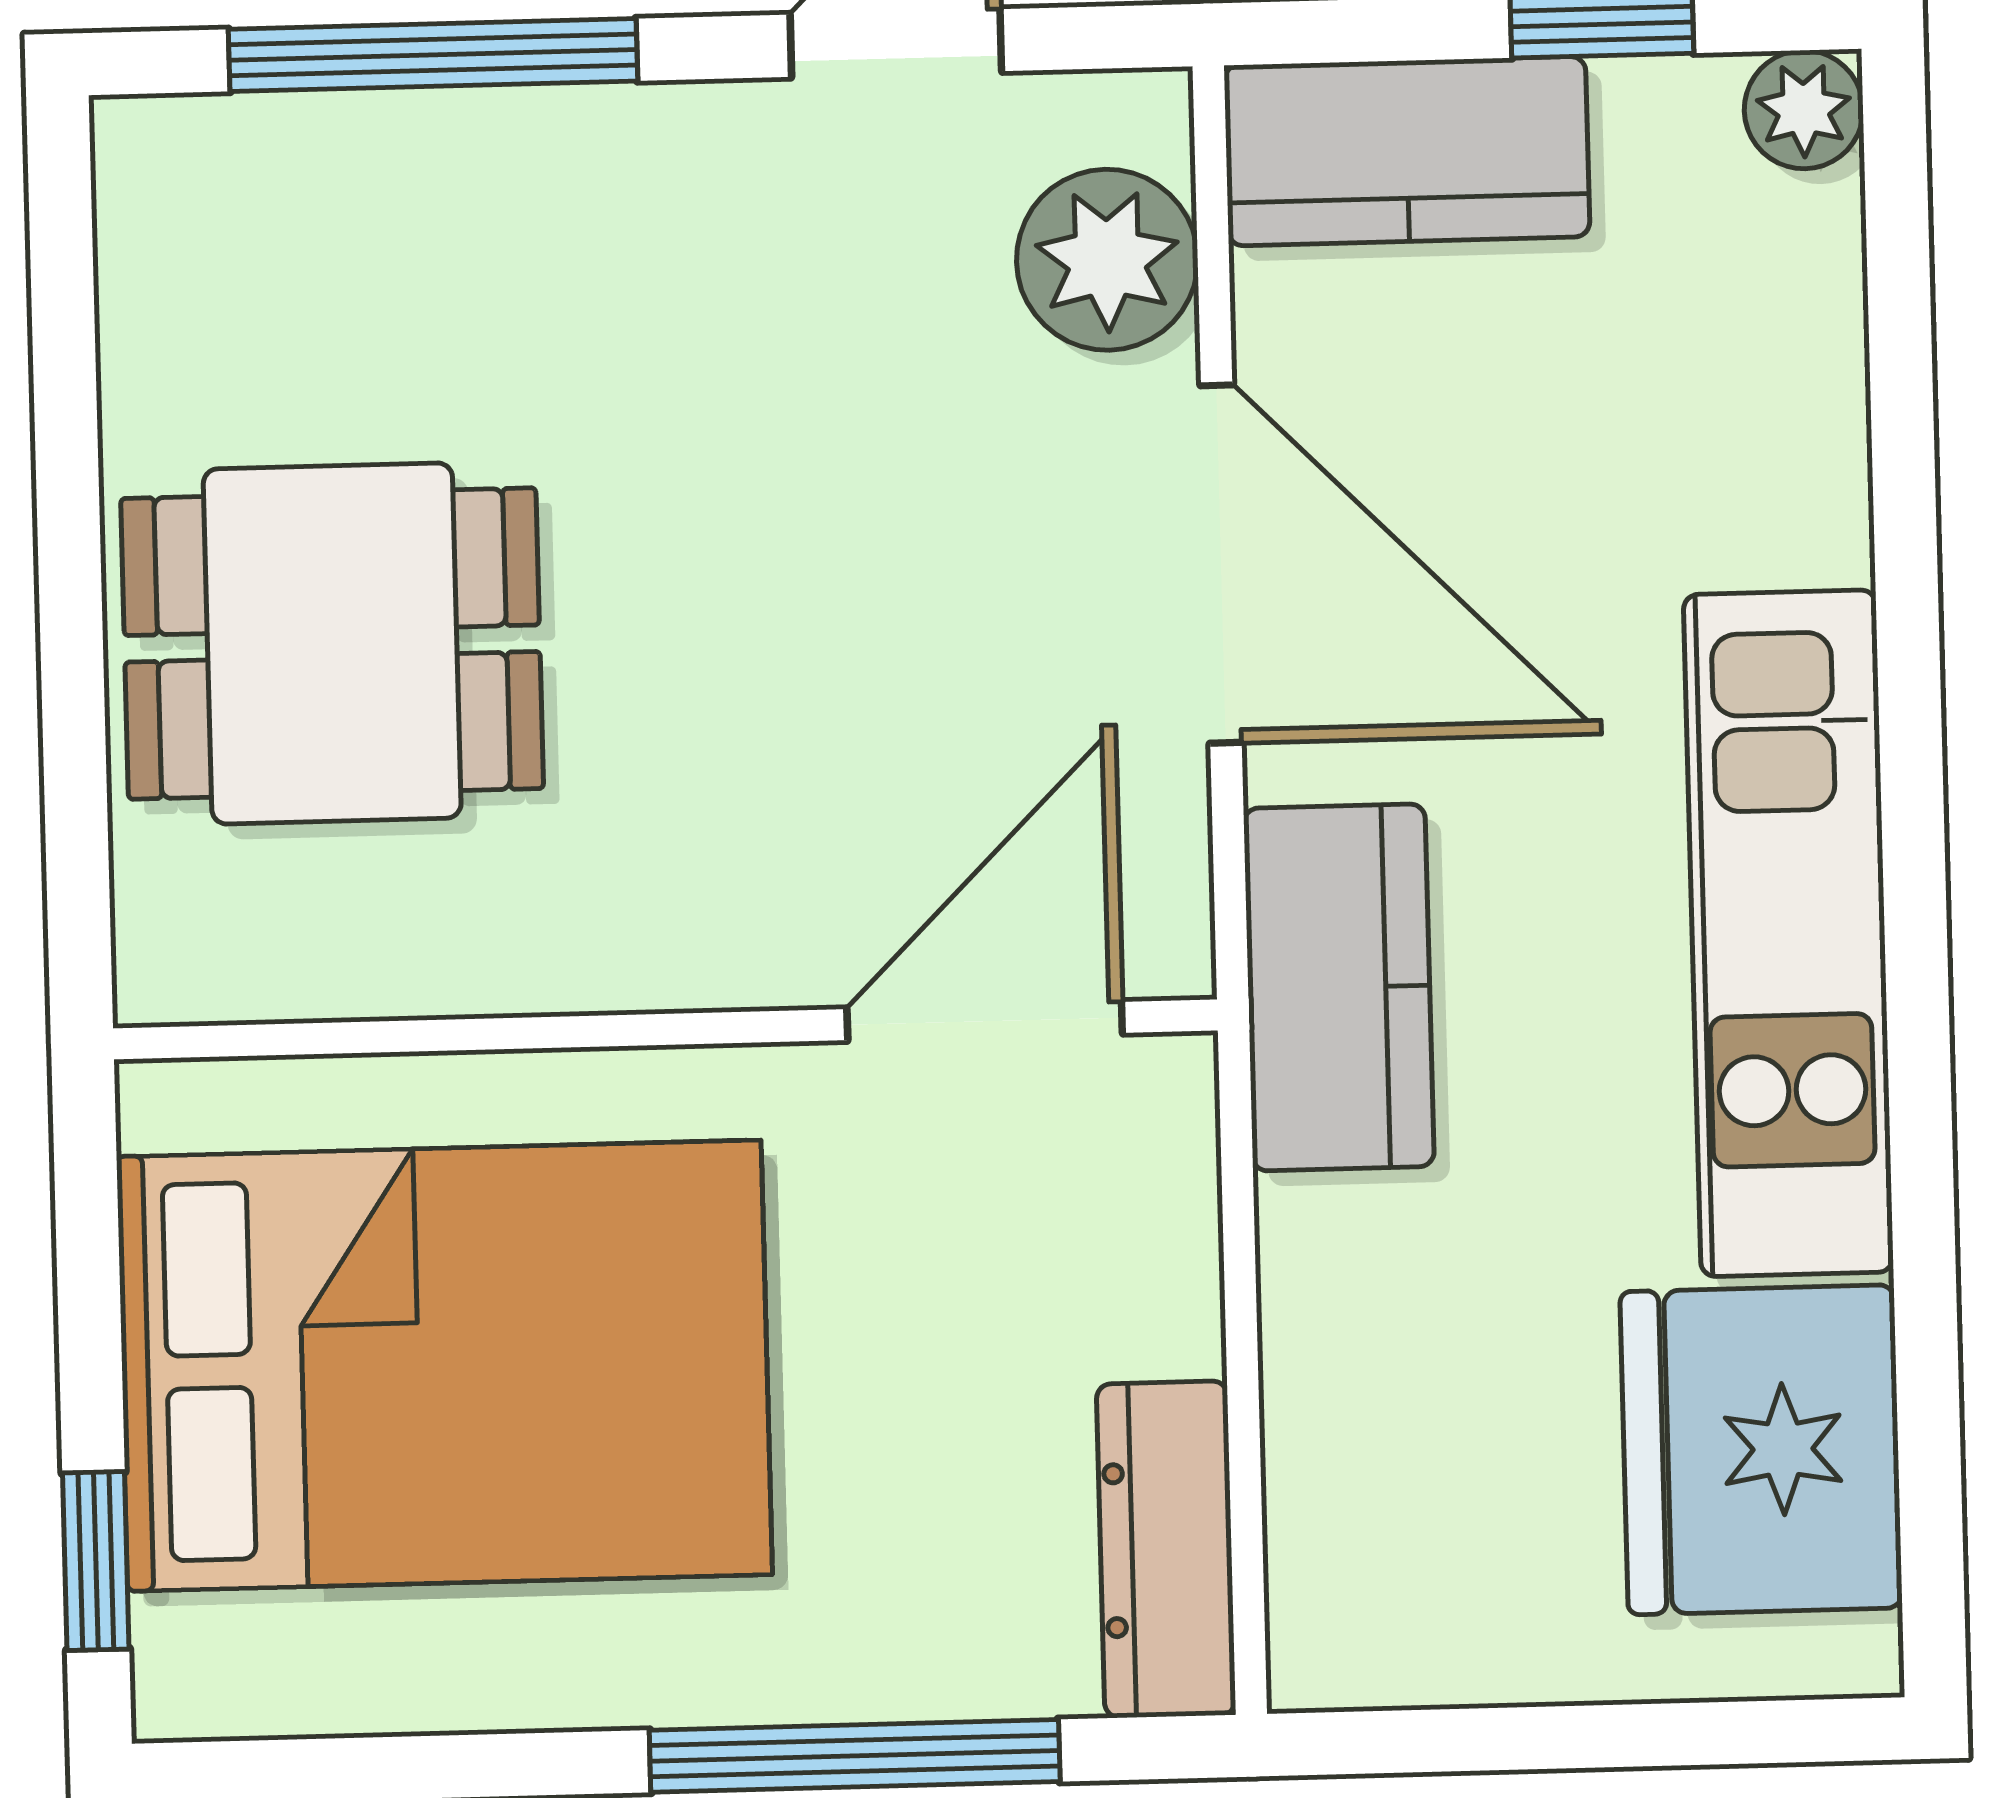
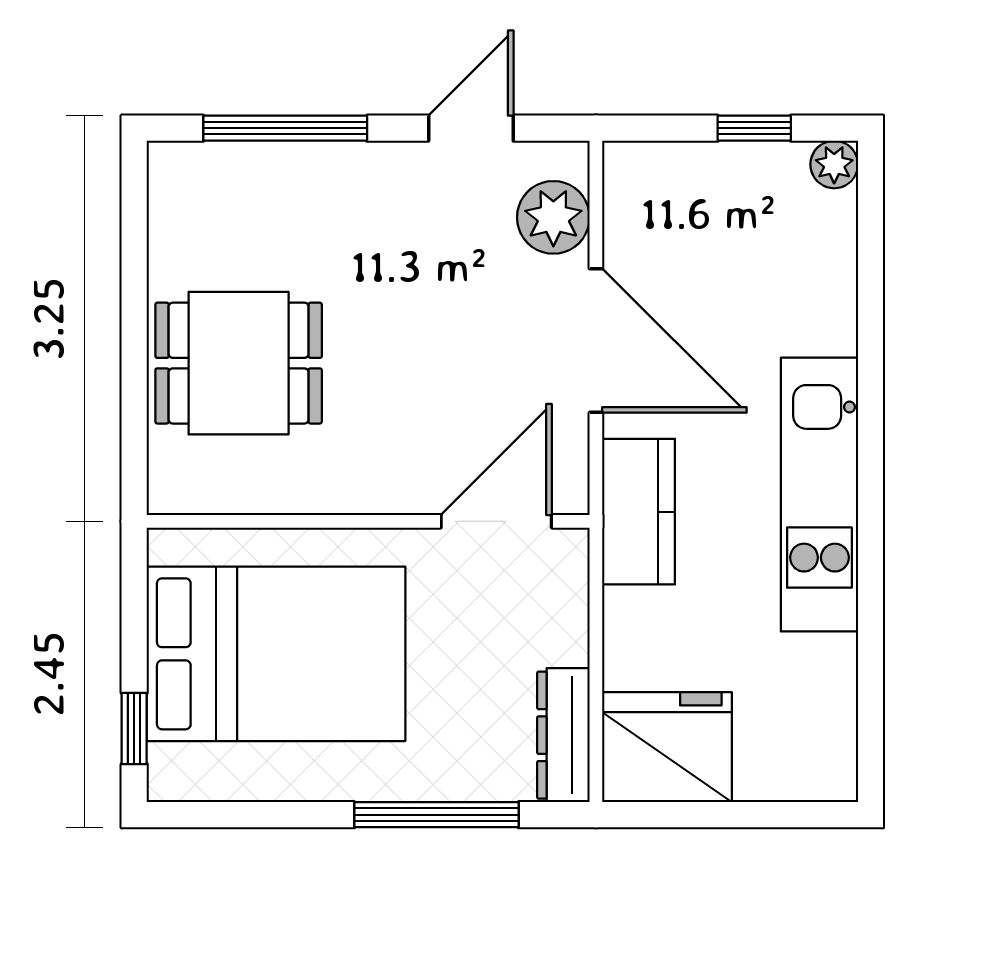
kitchen counter: (1407, 151) -> (675, 177), removed
fridge: (1761, 1450) -> (667, 747), moved, turned 90

